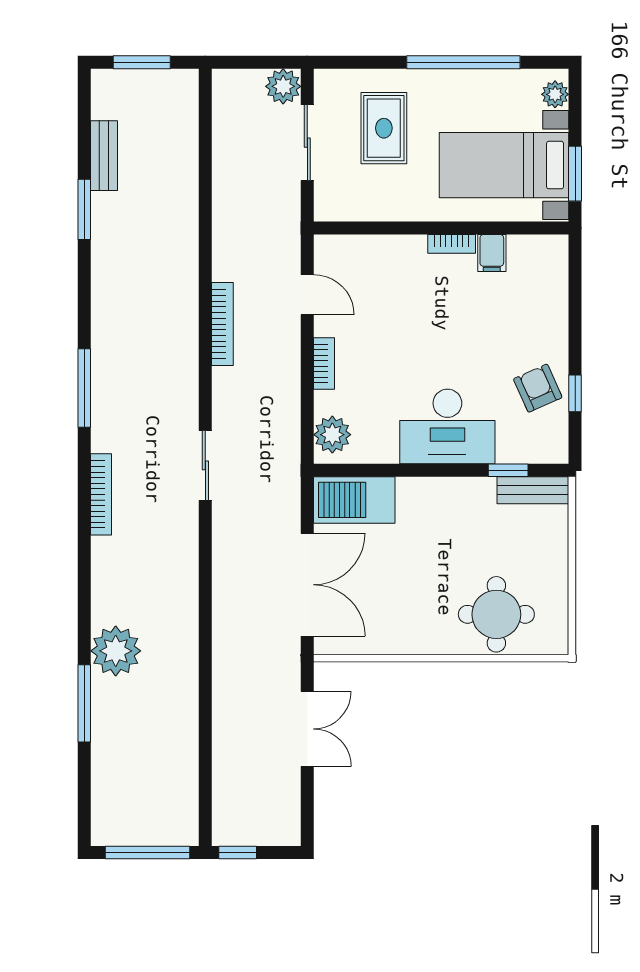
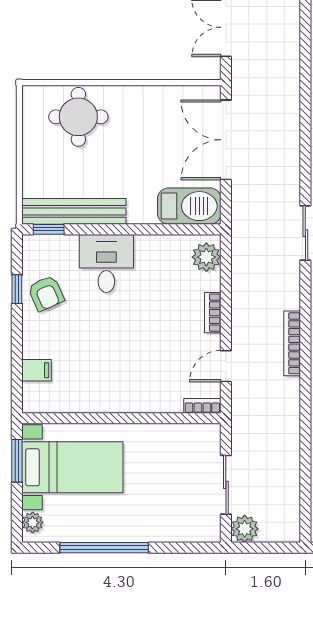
rug: (384, 128) -> (166, 496), removed
bookcase: (452, 244) -> (202, 406), moved
filing cabinet: (492, 253) -> (36, 370), moved, turned 90
door: (307, 295) -> (226, 366), hinge flipped
desk: (447, 426) -> (106, 263), width x0.73
window: (508, 470) -> (49, 229), moved
bench: (533, 490) -> (74, 211), width x1.86, depth x1.21

